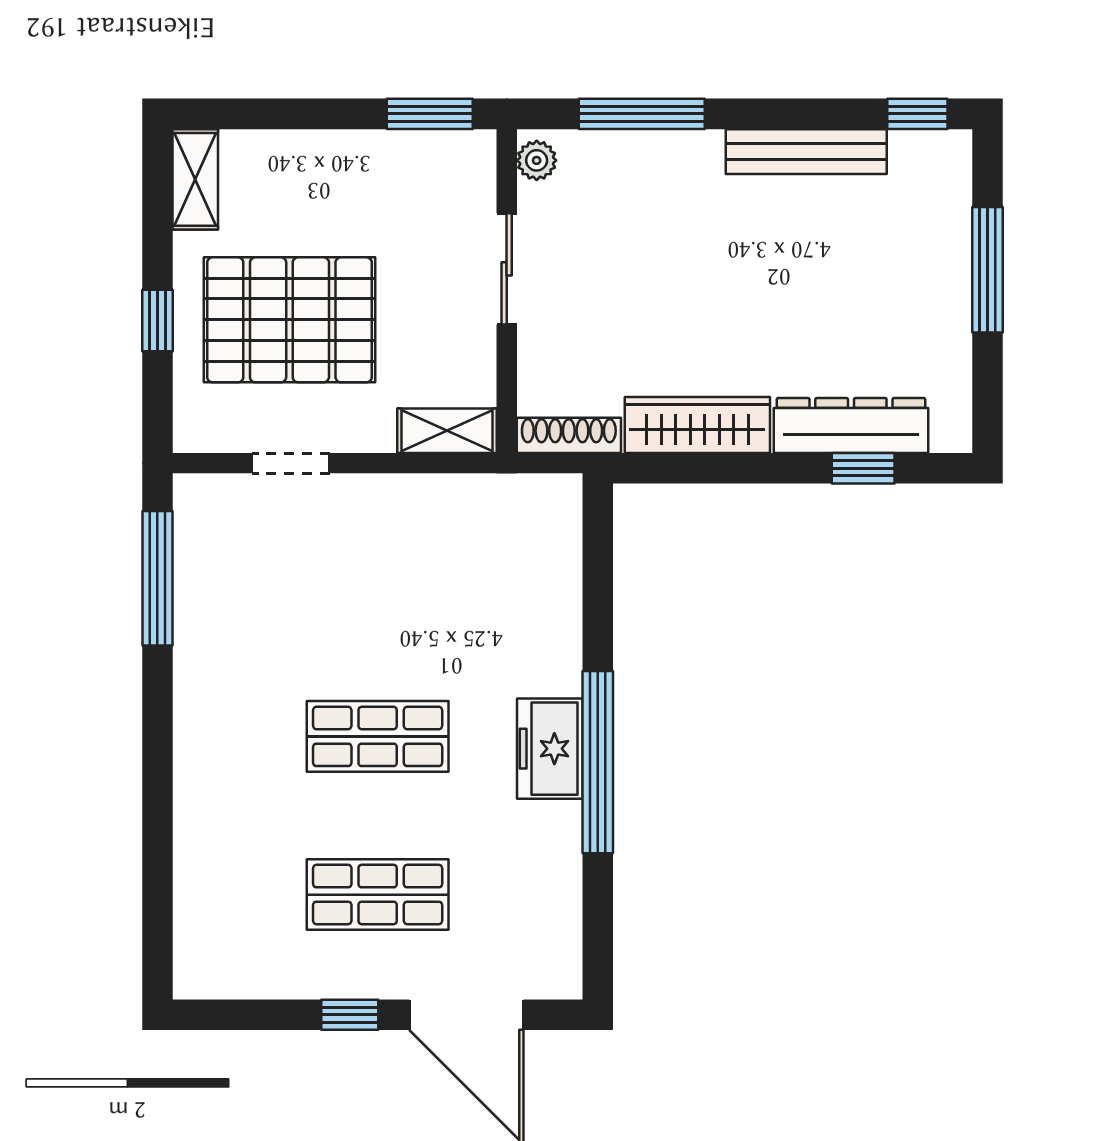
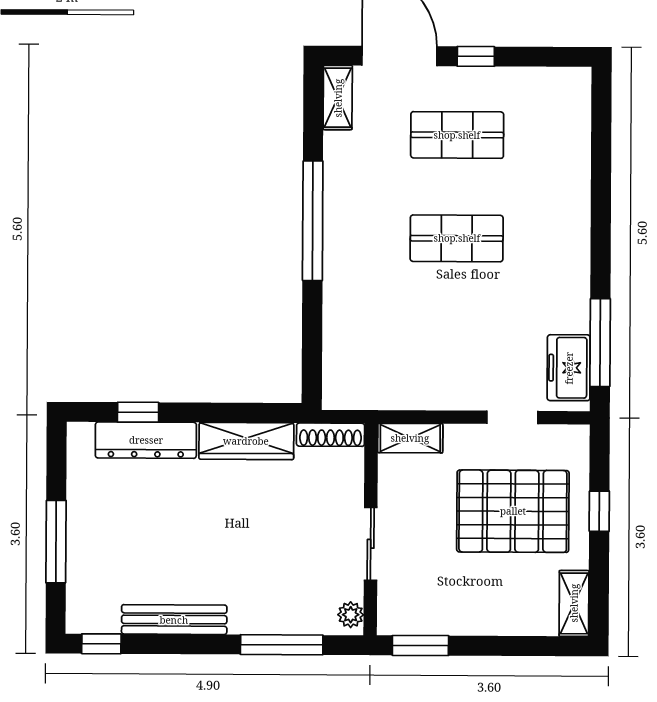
freezer: (550, 749) -> (569, 368), moved, turned 180
shelving: (561, 951) -> (338, 98), added

